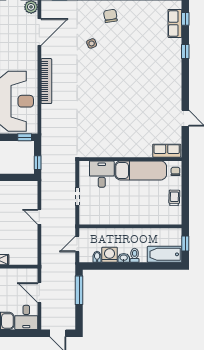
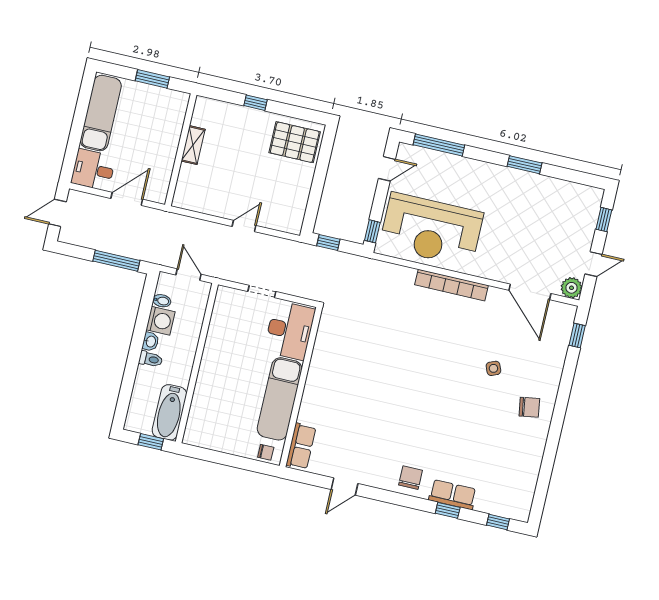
row of seats: (175, 23) -> (453, 495), moved
chair: (170, 79) -> (411, 478), added
desk: (102, 174) -> (290, 330), width x1.37
trolley: (174, 198) -> (225, 441), removed
bathtub: (165, 254) -> (169, 412), moved, turned 180

